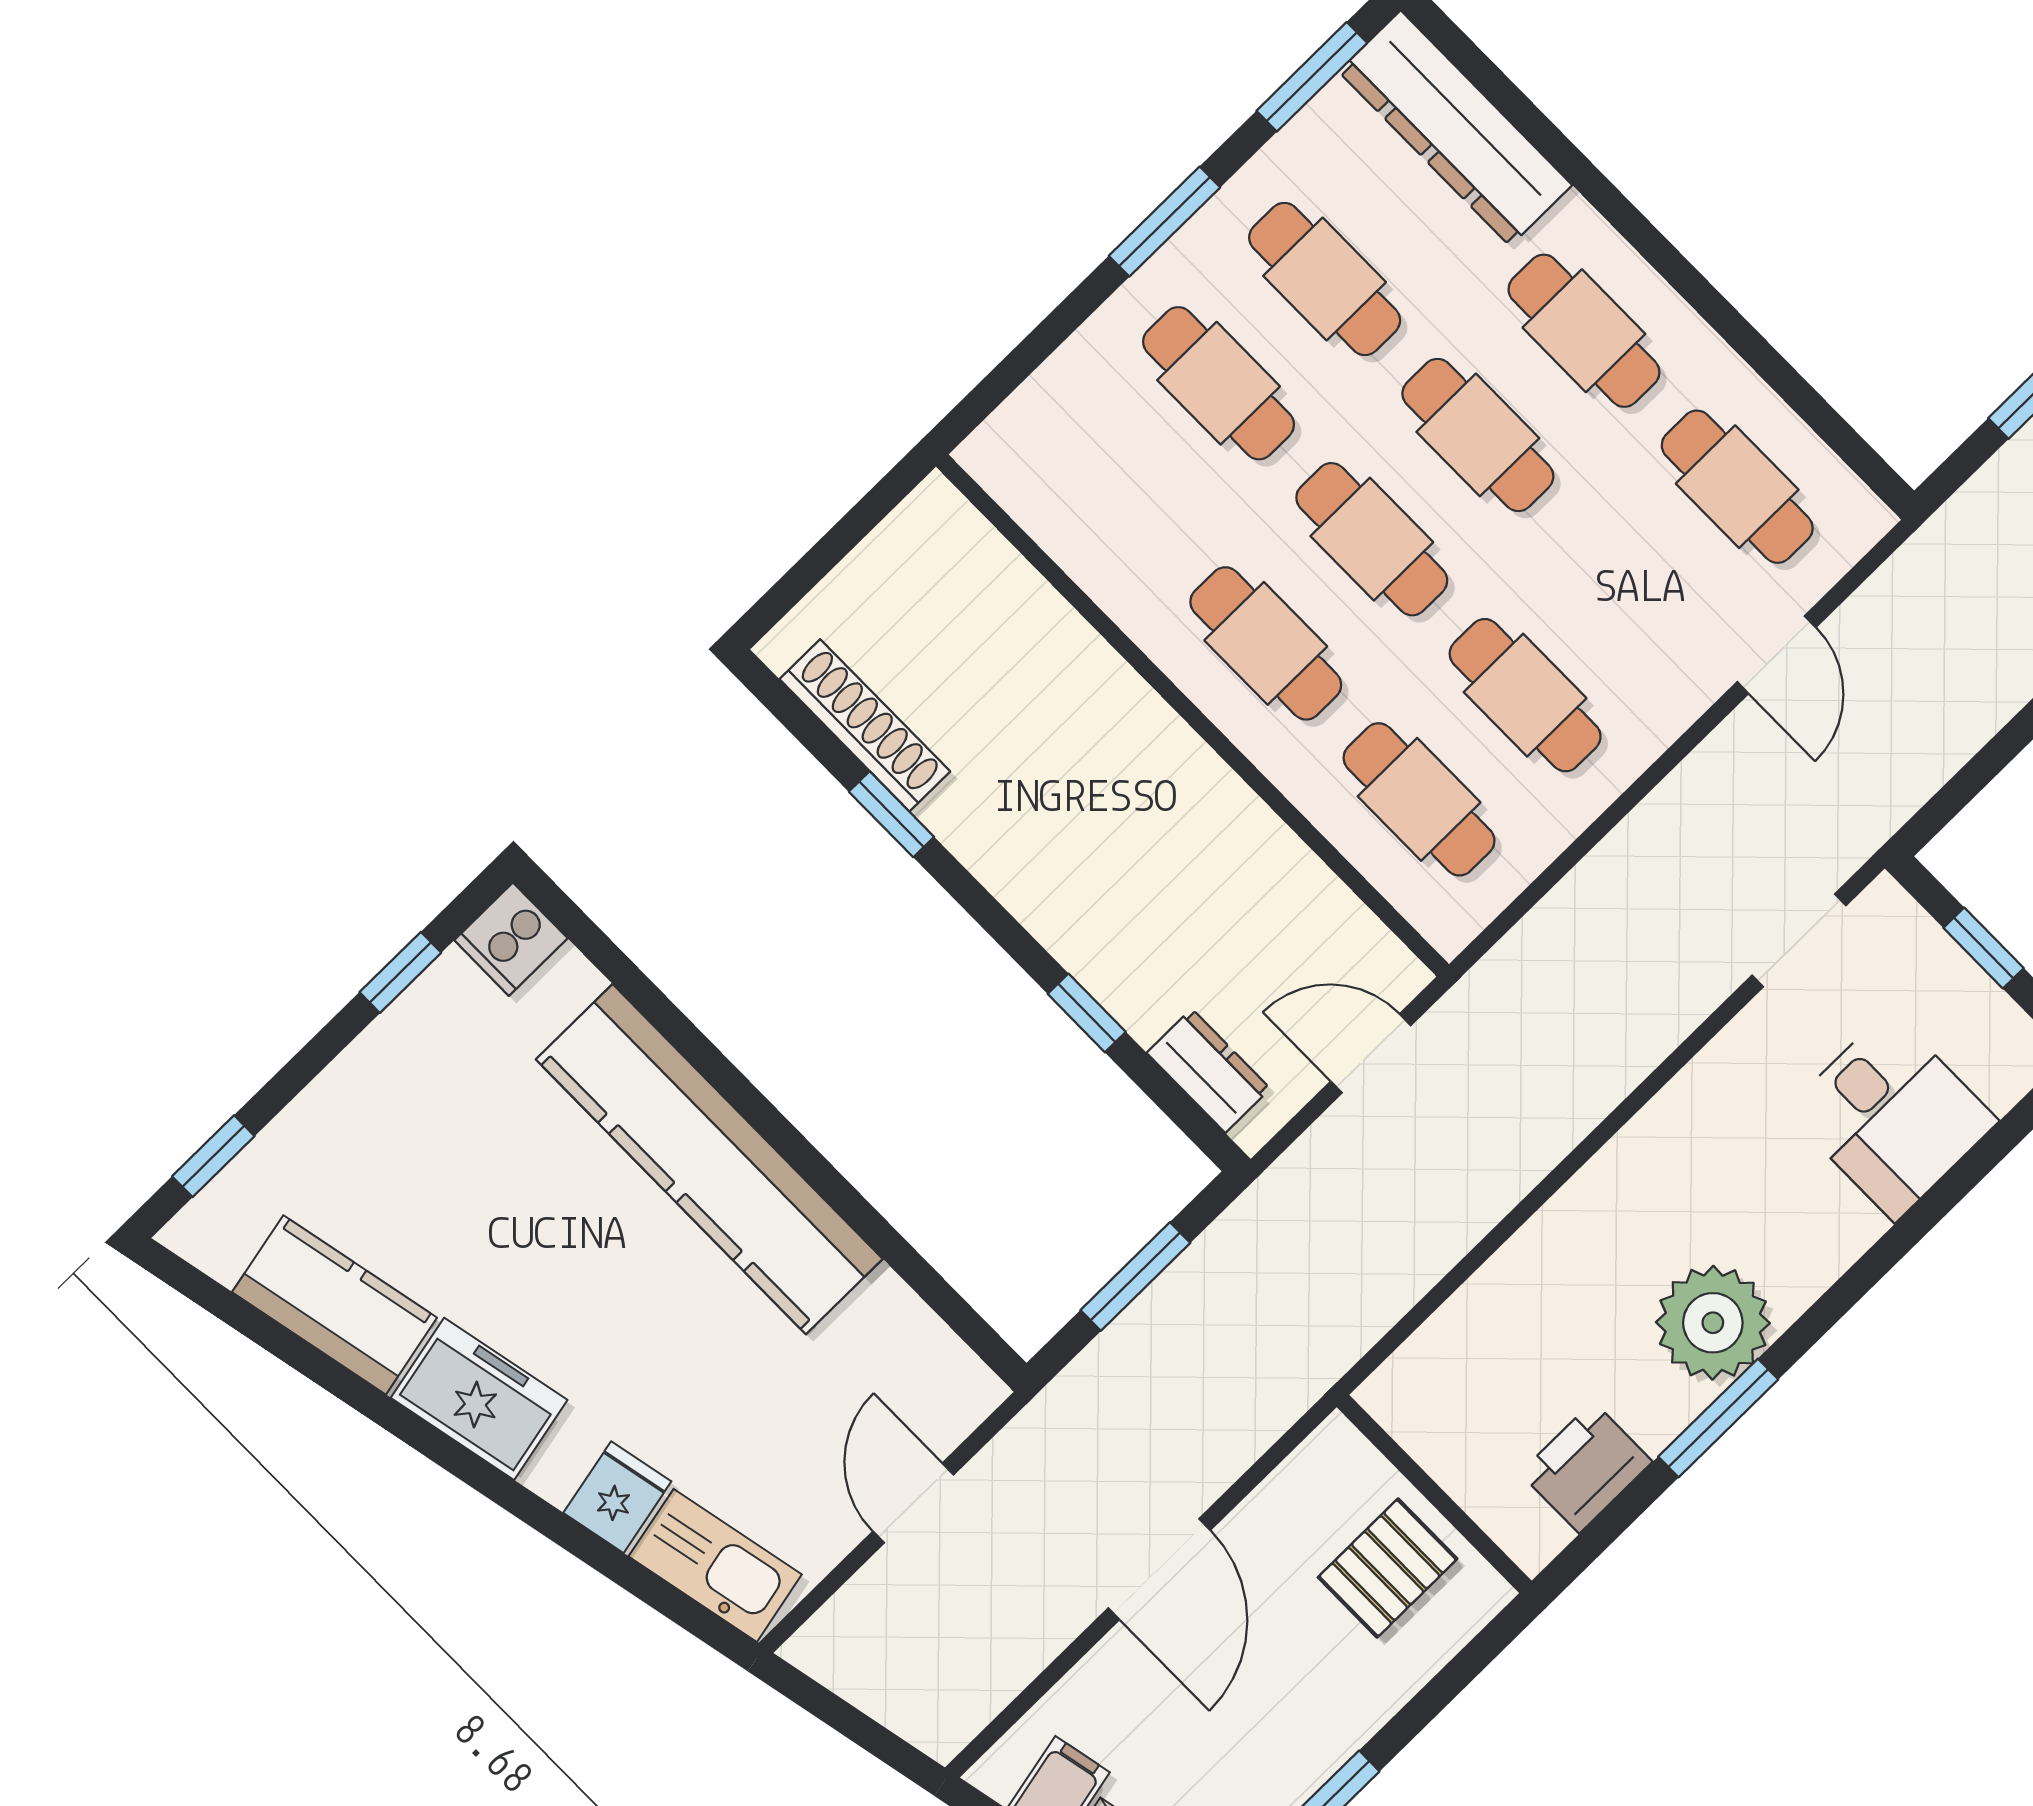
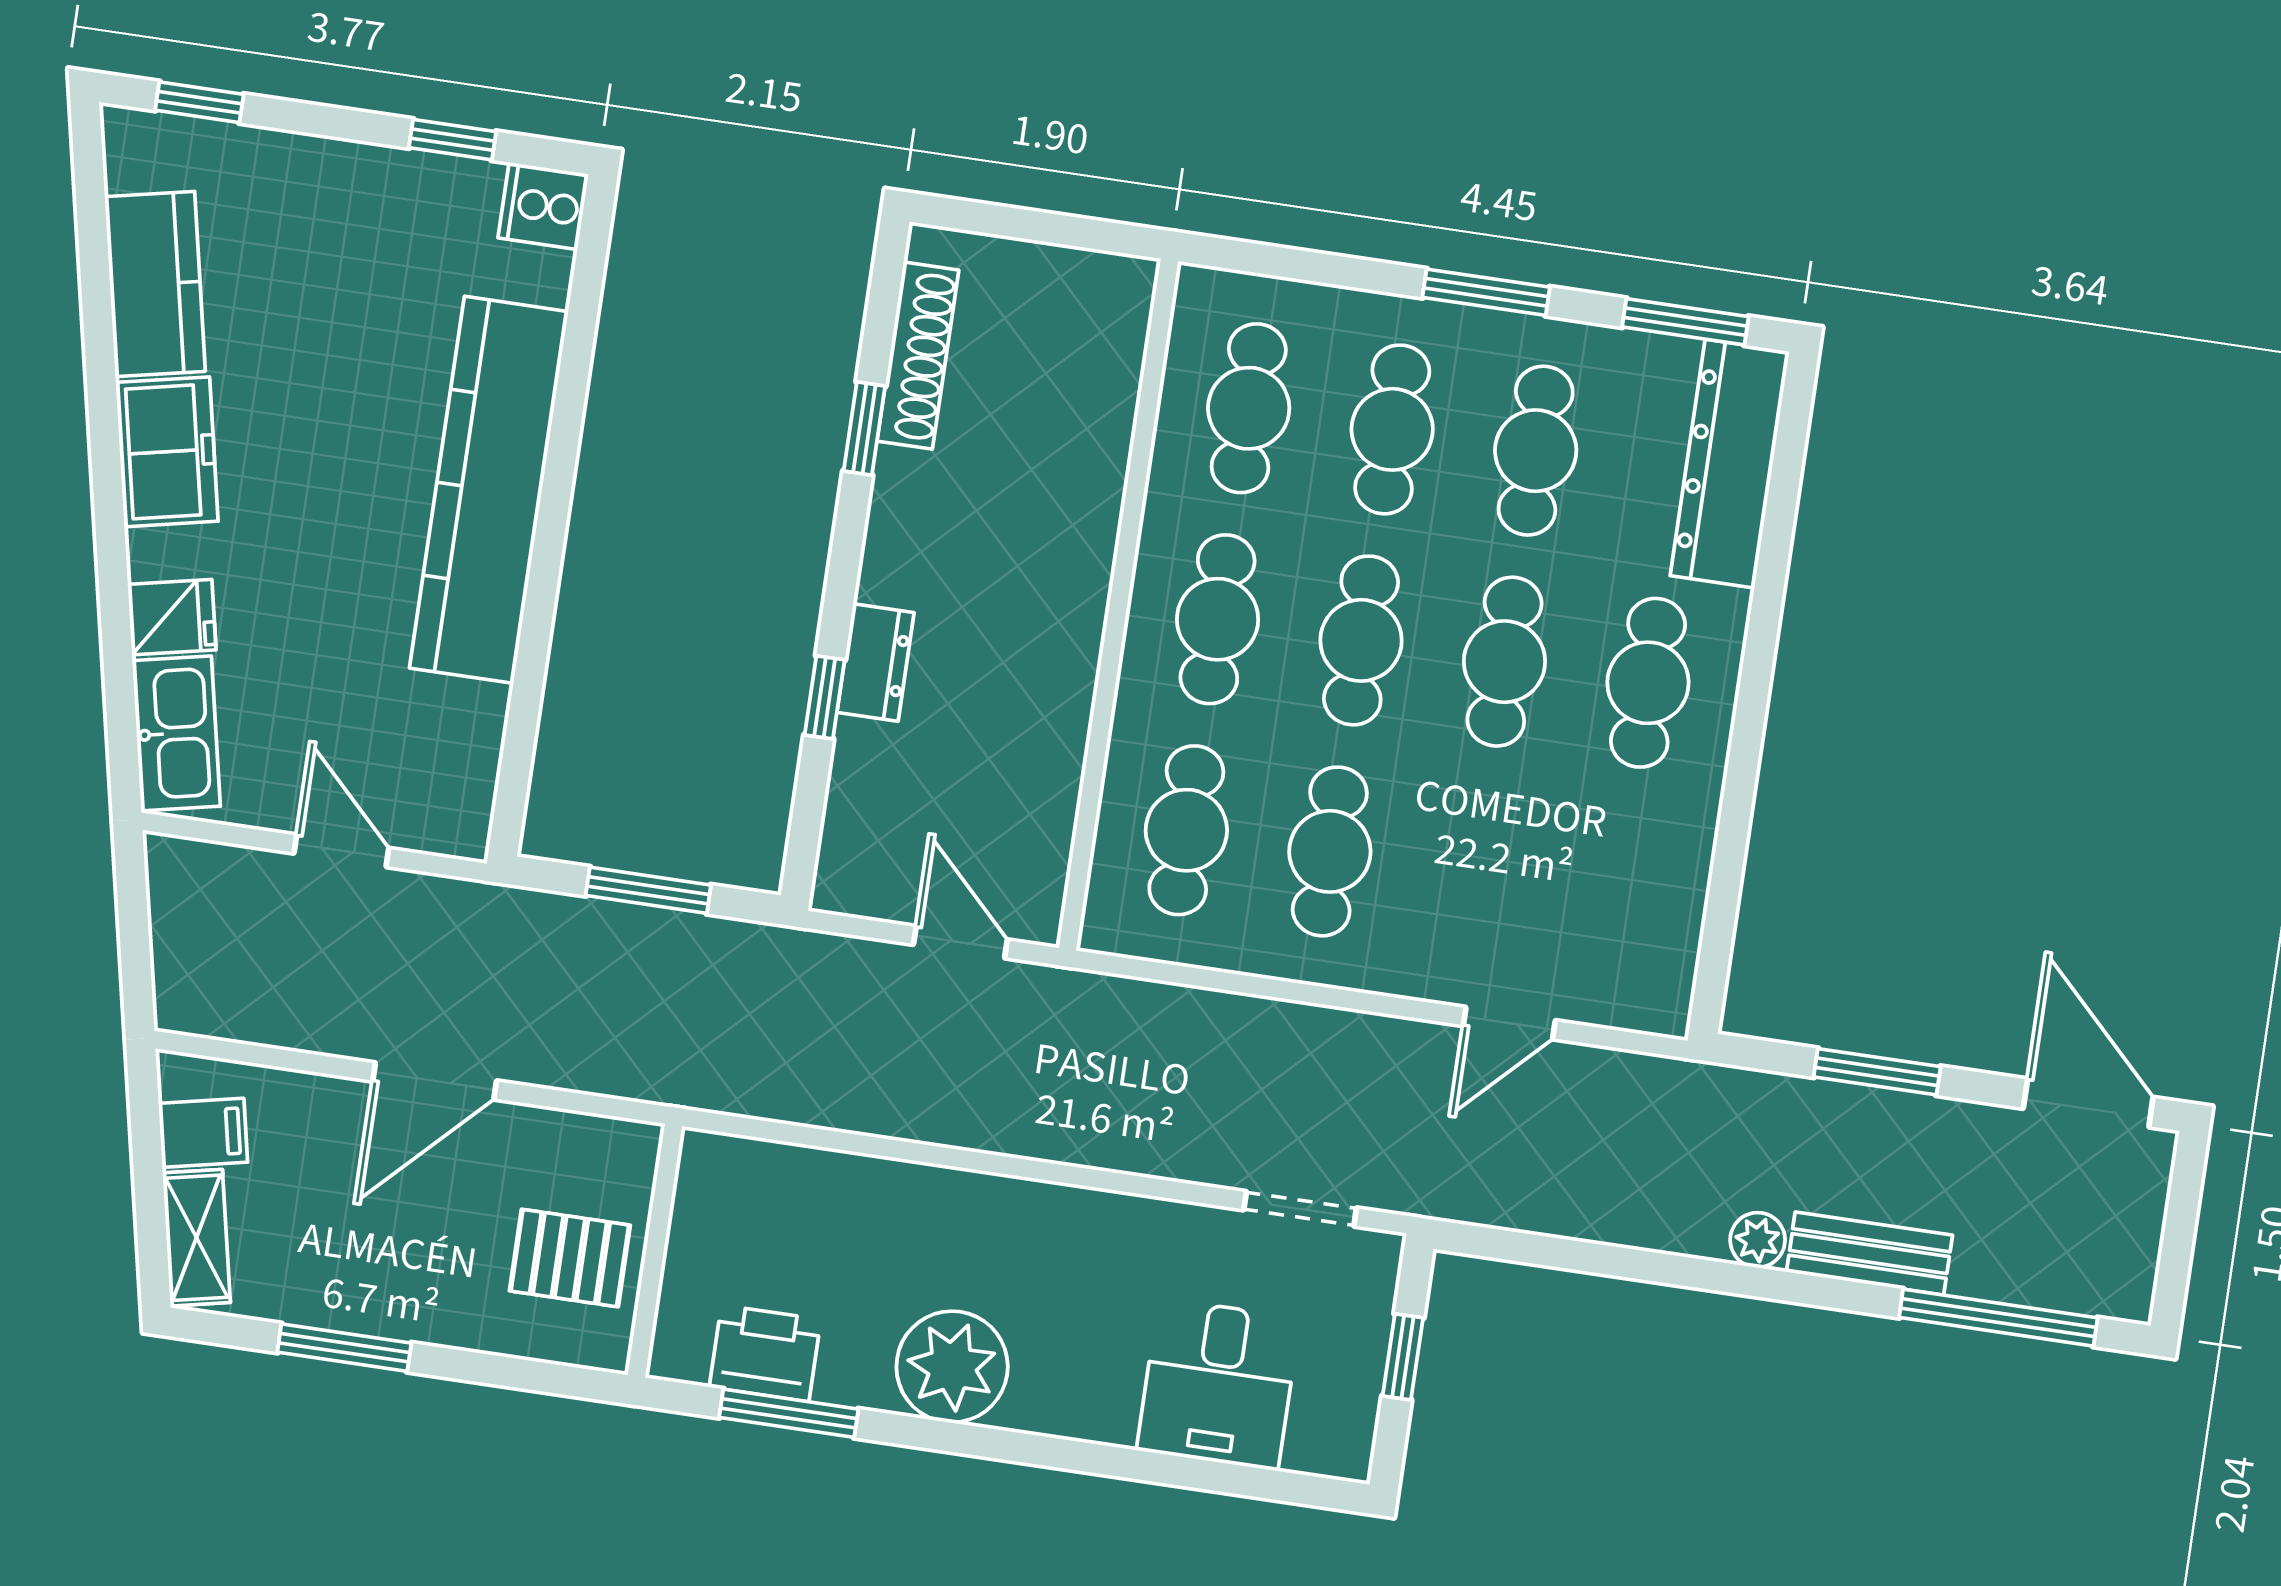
cafe table: (1737, 487) -> (1249, 408), moved
dresser: (1208, 1071) -> (876, 663), moved
window: (1718, 1418) -> (789, 1413), moved
door: (913, 1503) -> (341, 851), hinge flipped

